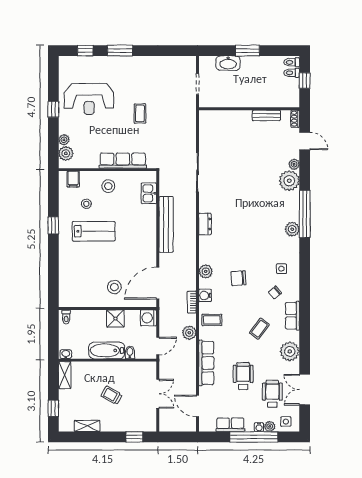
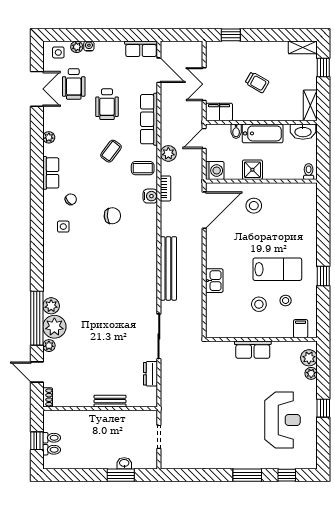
window: (248, 51) -> (121, 475), moved
toilet: (292, 62) -> (52, 438), moved
washbasin: (228, 63) -> (124, 463), width x0.52, depth x0.69
reception desk: (89, 99) -> (282, 420), turned 90
coffee table: (140, 113) -> (225, 403), removed
bench: (266, 115) -> (110, 401), moved
row of seats: (123, 161) -> (253, 350), width x0.68
stool: (108, 186) -> (259, 304), moved
kitchen sink: (149, 193) -> (214, 281), moved
window: (305, 214) -> (37, 318), moved
bench: (166, 224) -> (168, 268), moved
dresser: (205, 224) -> (150, 374), moved
plant: (292, 229) -> (51, 306), moved
lab bench: (94, 231) -> (277, 269), turned 180
plant: (206, 271) -> (150, 223), removed
coffee table: (259, 329) -> (111, 151), moved
plant: (290, 351) -> (49, 137), width x0.53, depth x0.53
washbasin: (66, 354) -> (303, 132), width x1.91, depth x1.45
filing cabinet: (145, 369) -> (219, 112), added
row of seats: (230, 425) -> (141, 49), moved
shelving: (87, 426) -> (303, 47), moved
window: (254, 437) -> (95, 35), removed

